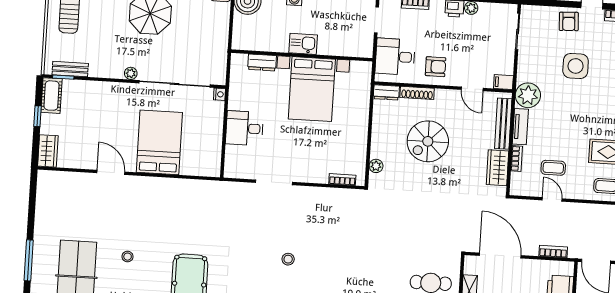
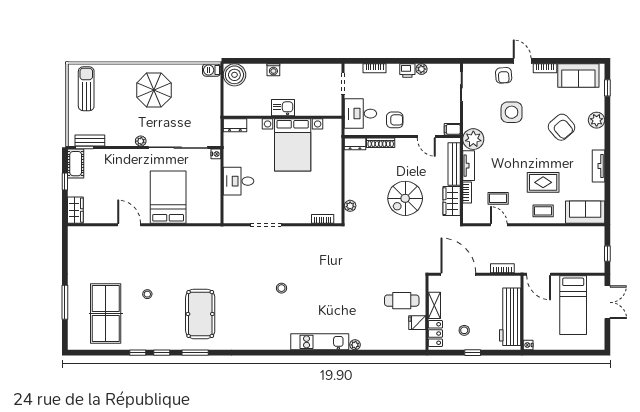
dresser: (262, 62) -> (235, 125), moved
spiral stairs: (428, 141) -> (405, 198), moved

